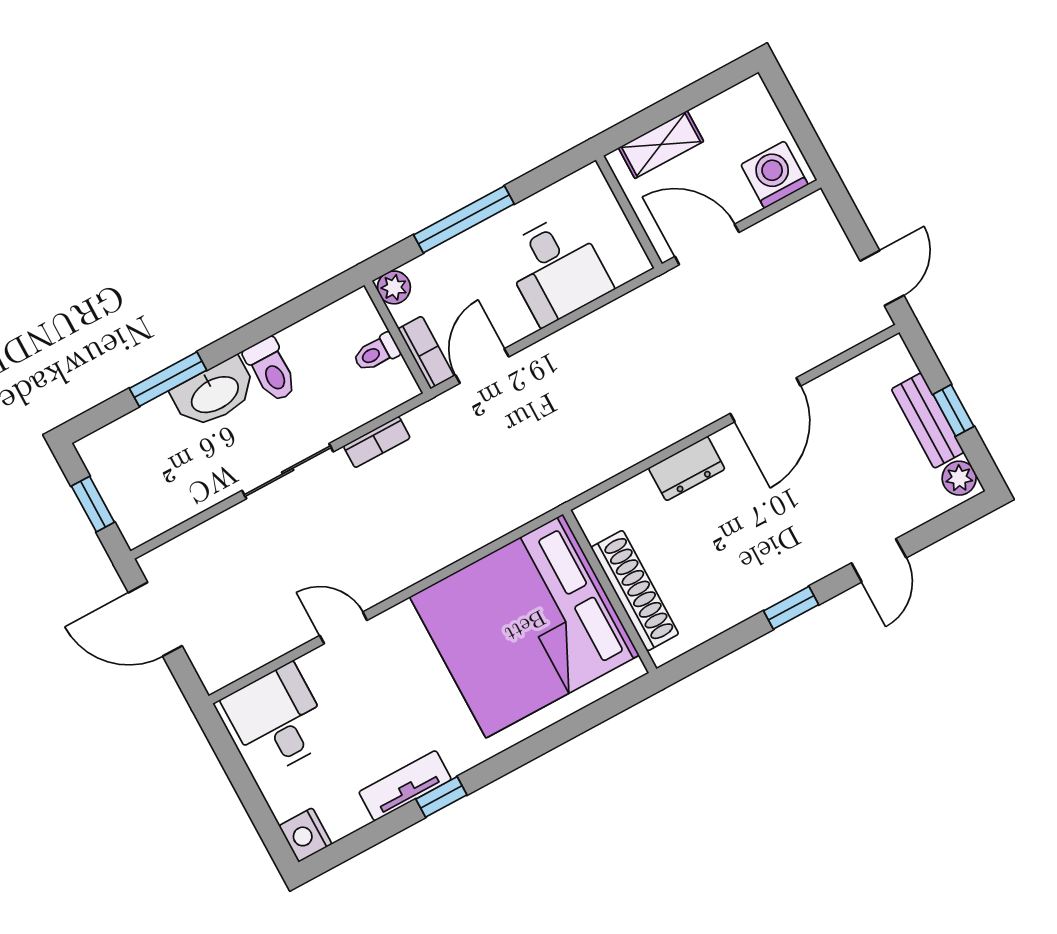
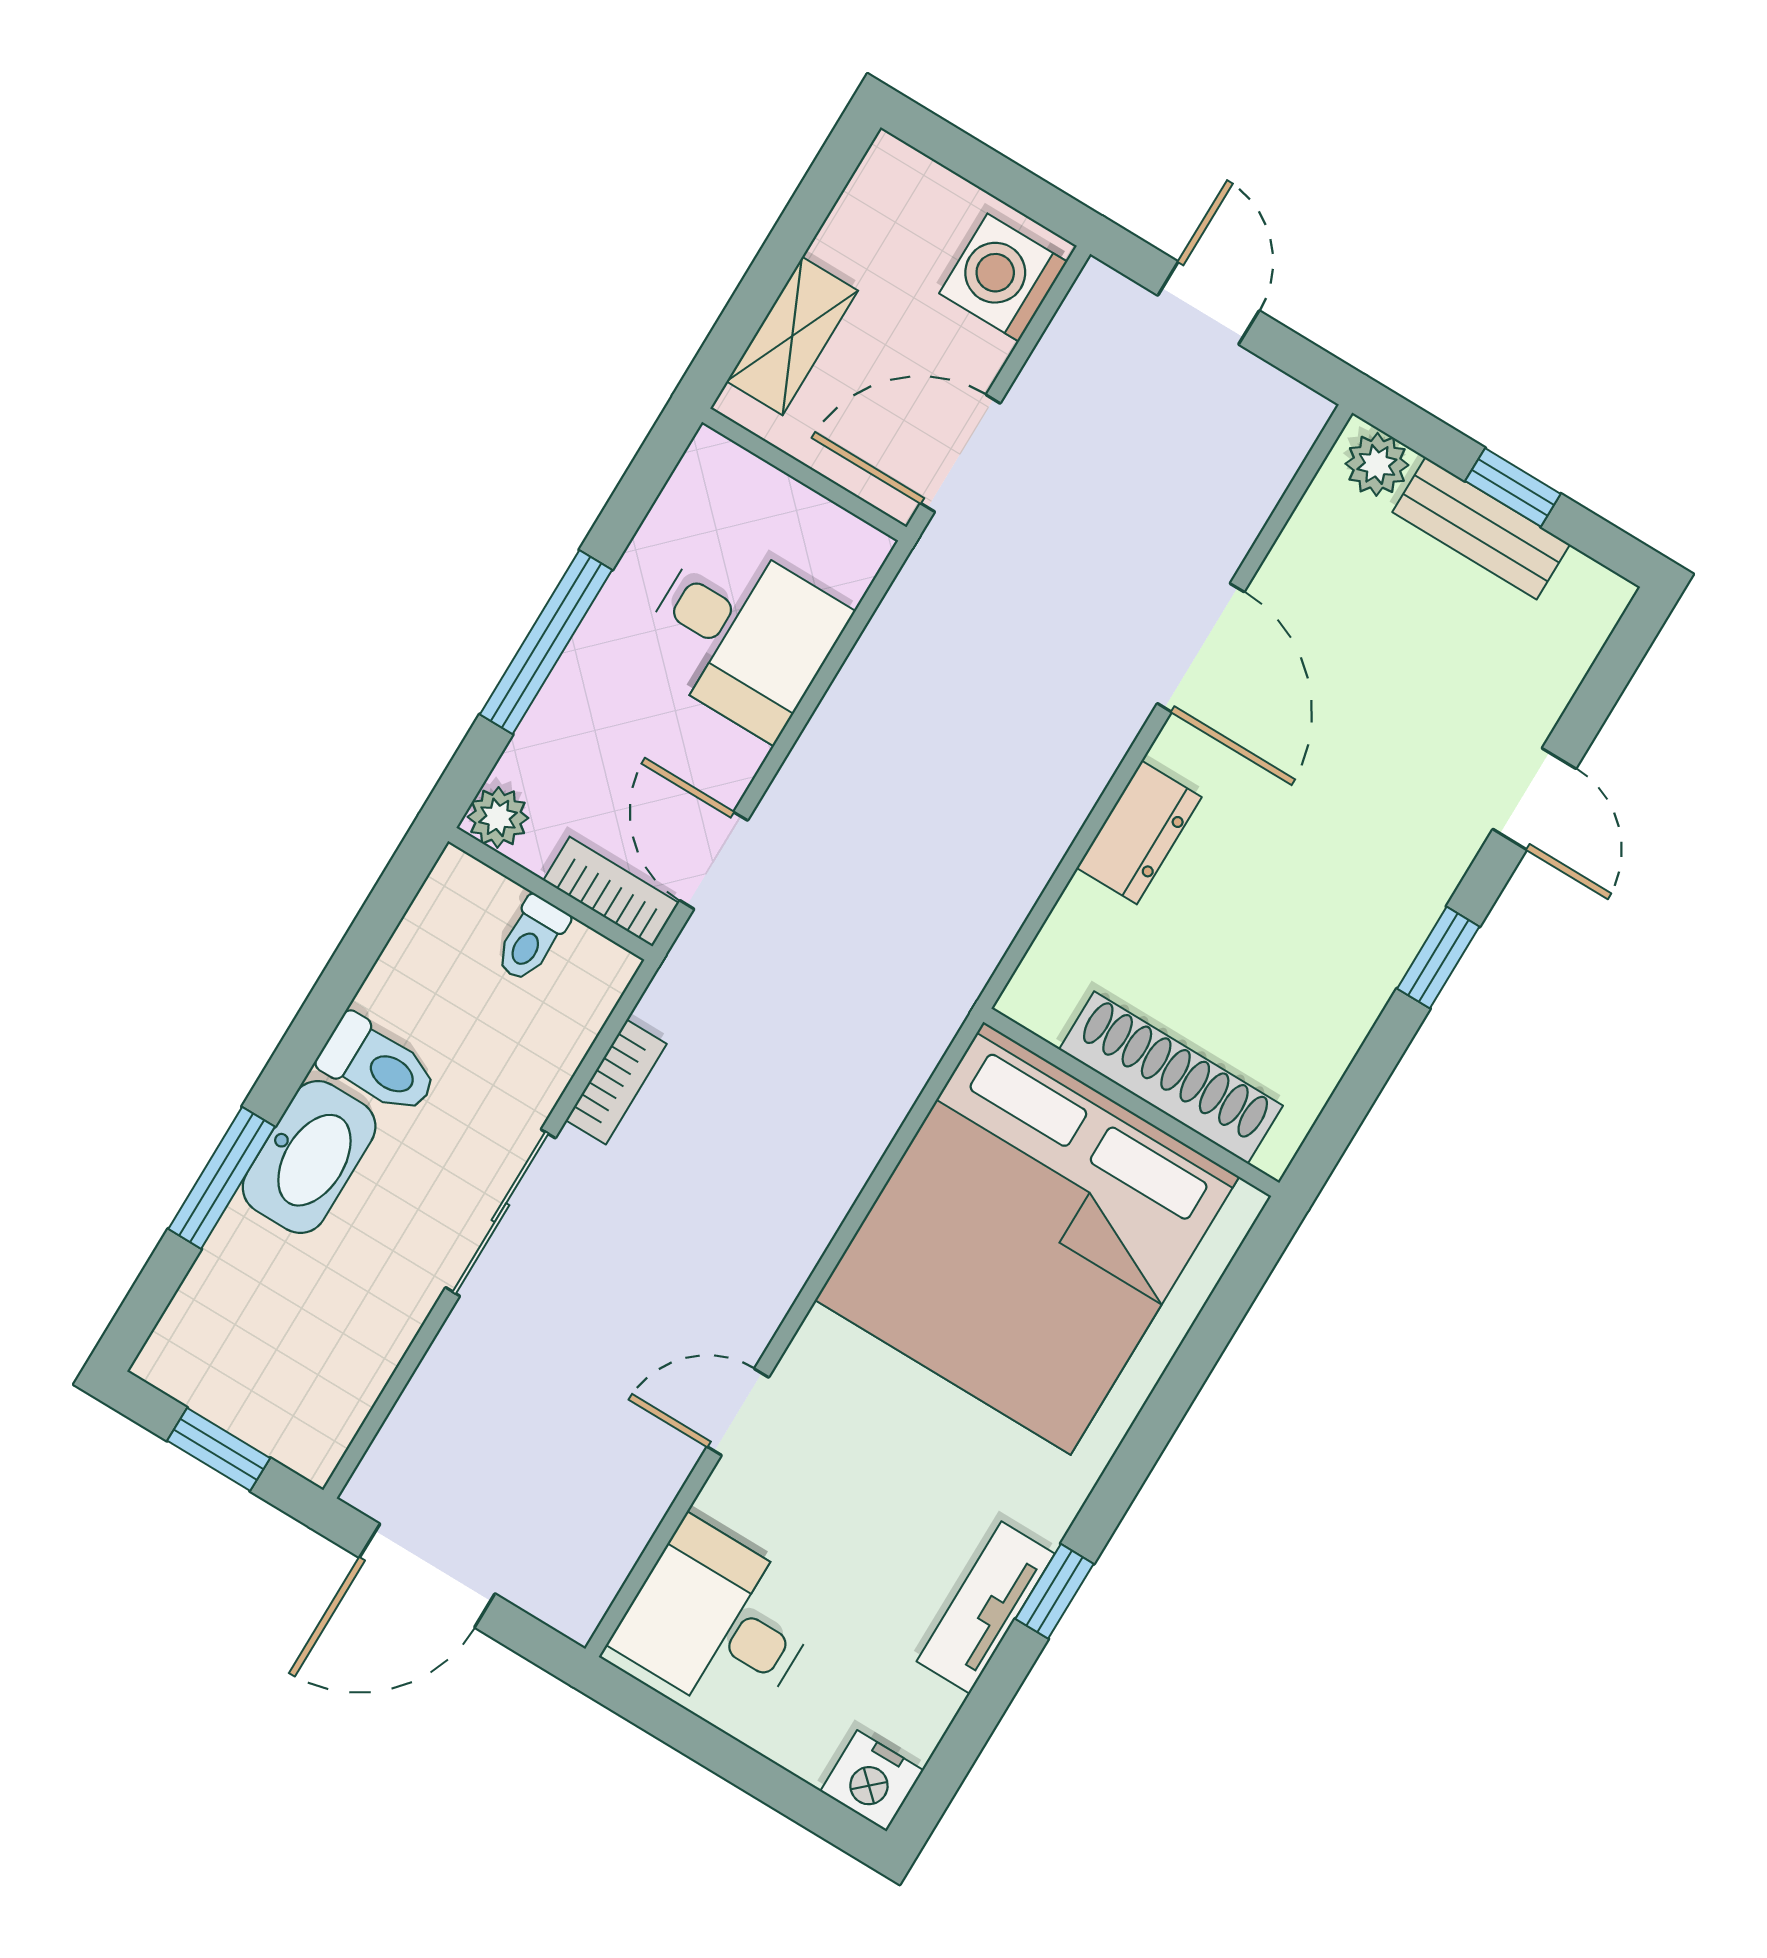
door: (882, 278) -> (1208, 303), moved
plant: (959, 478) -> (1377, 464), moved

